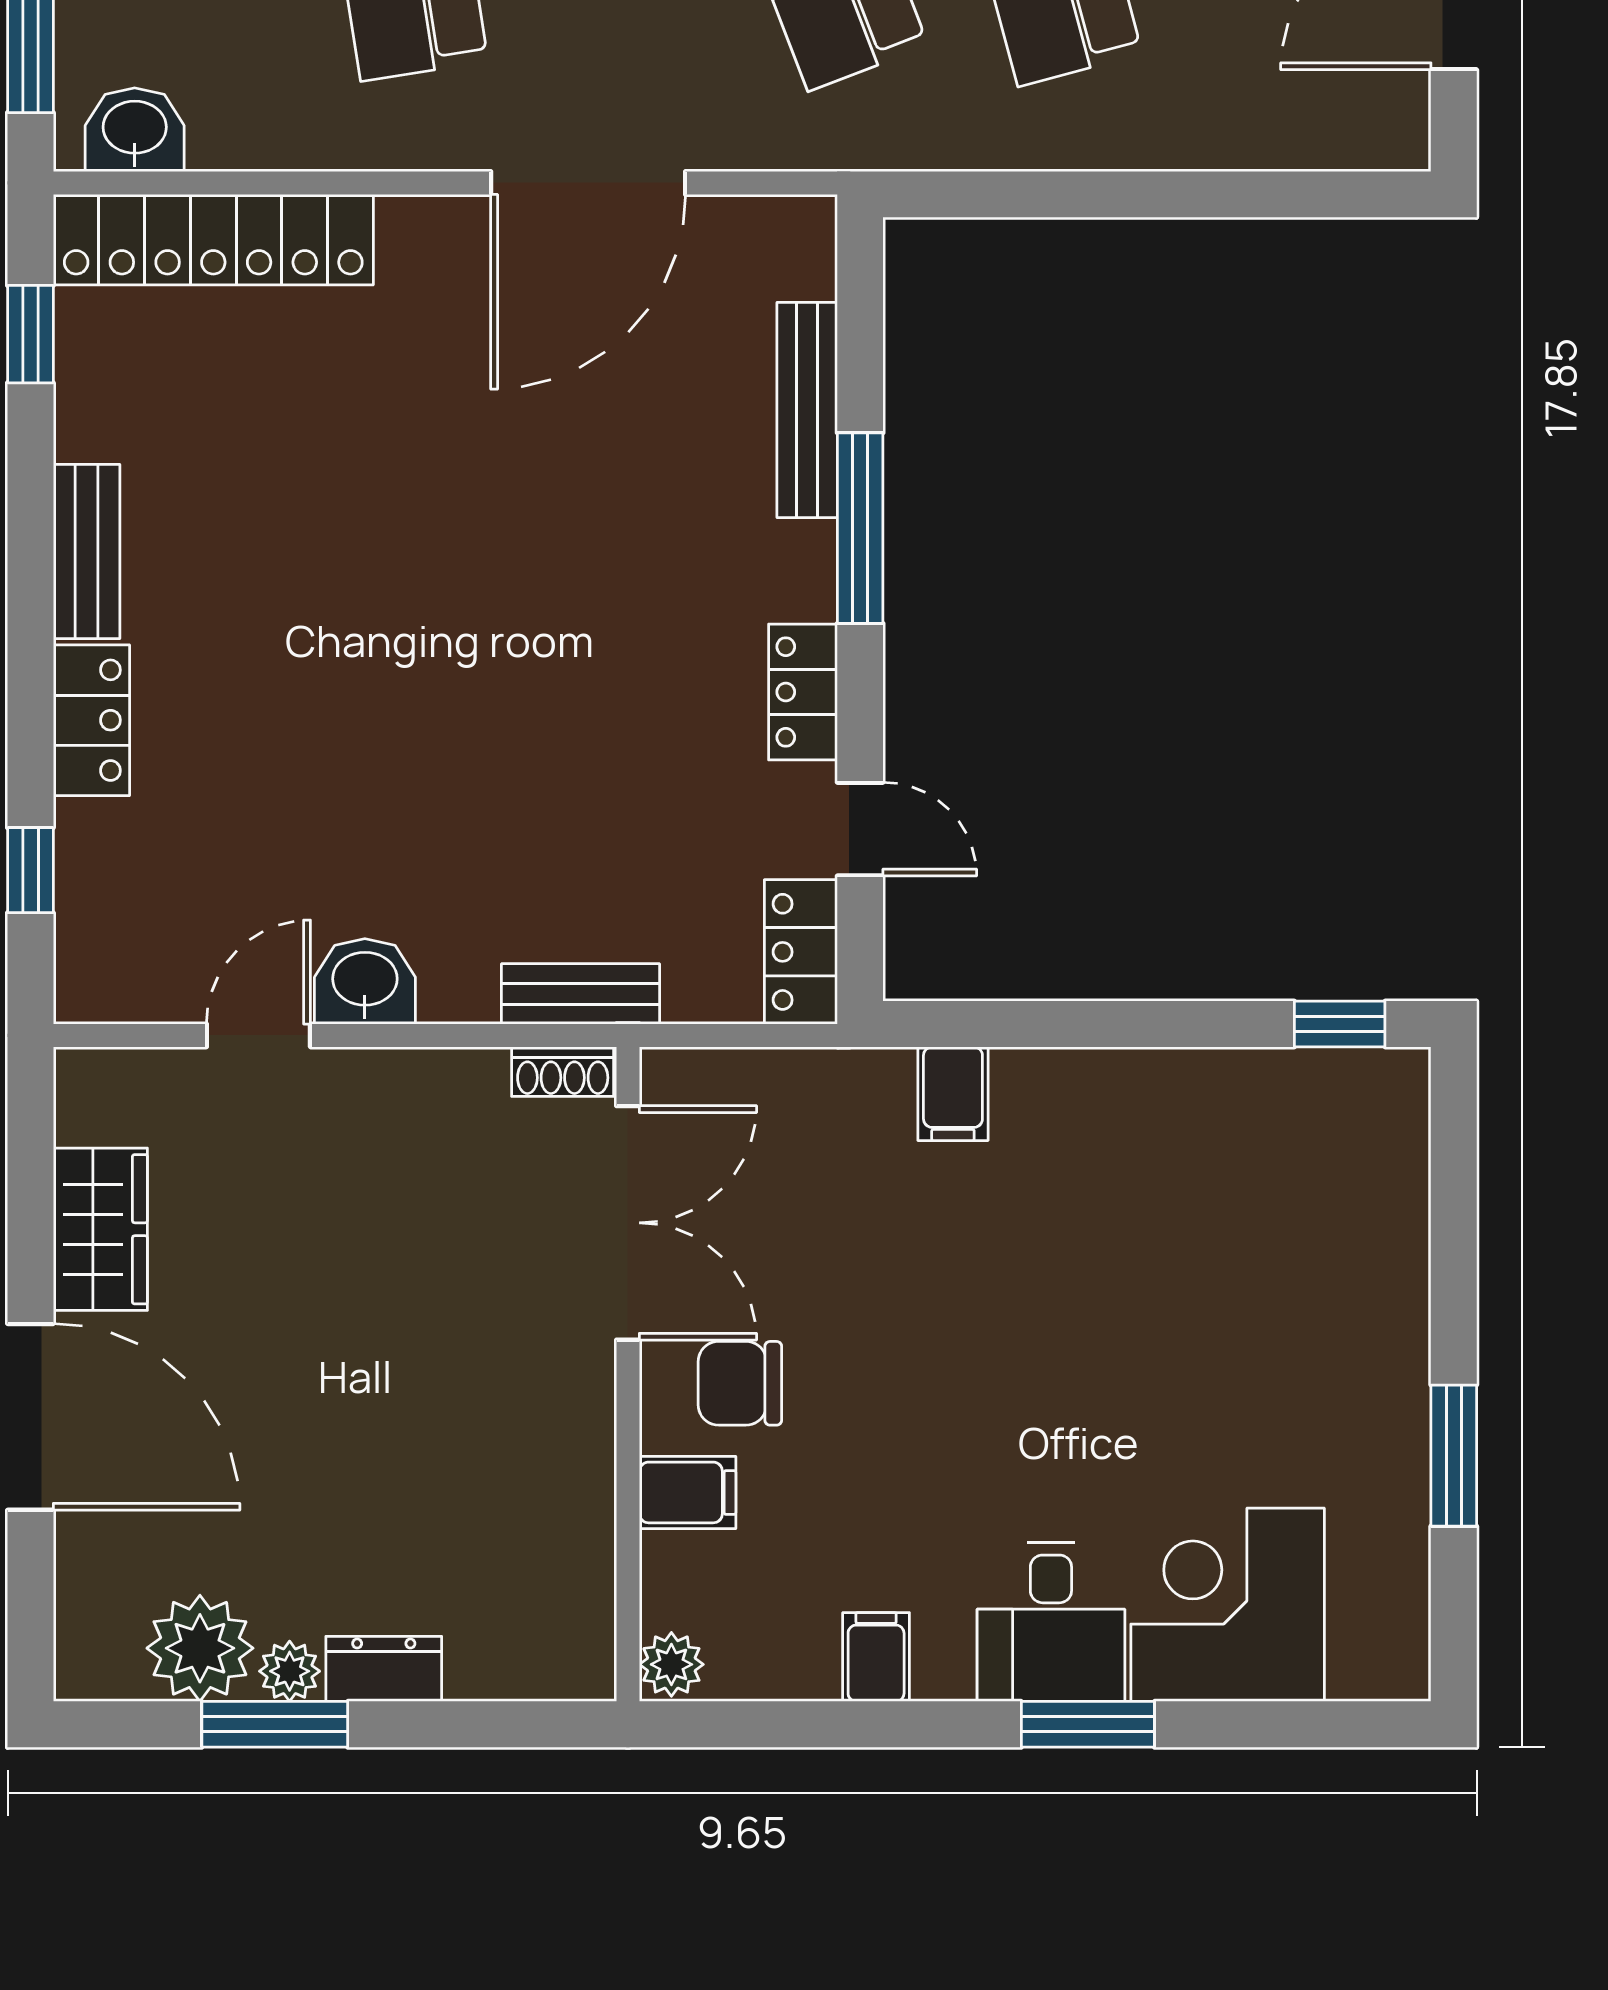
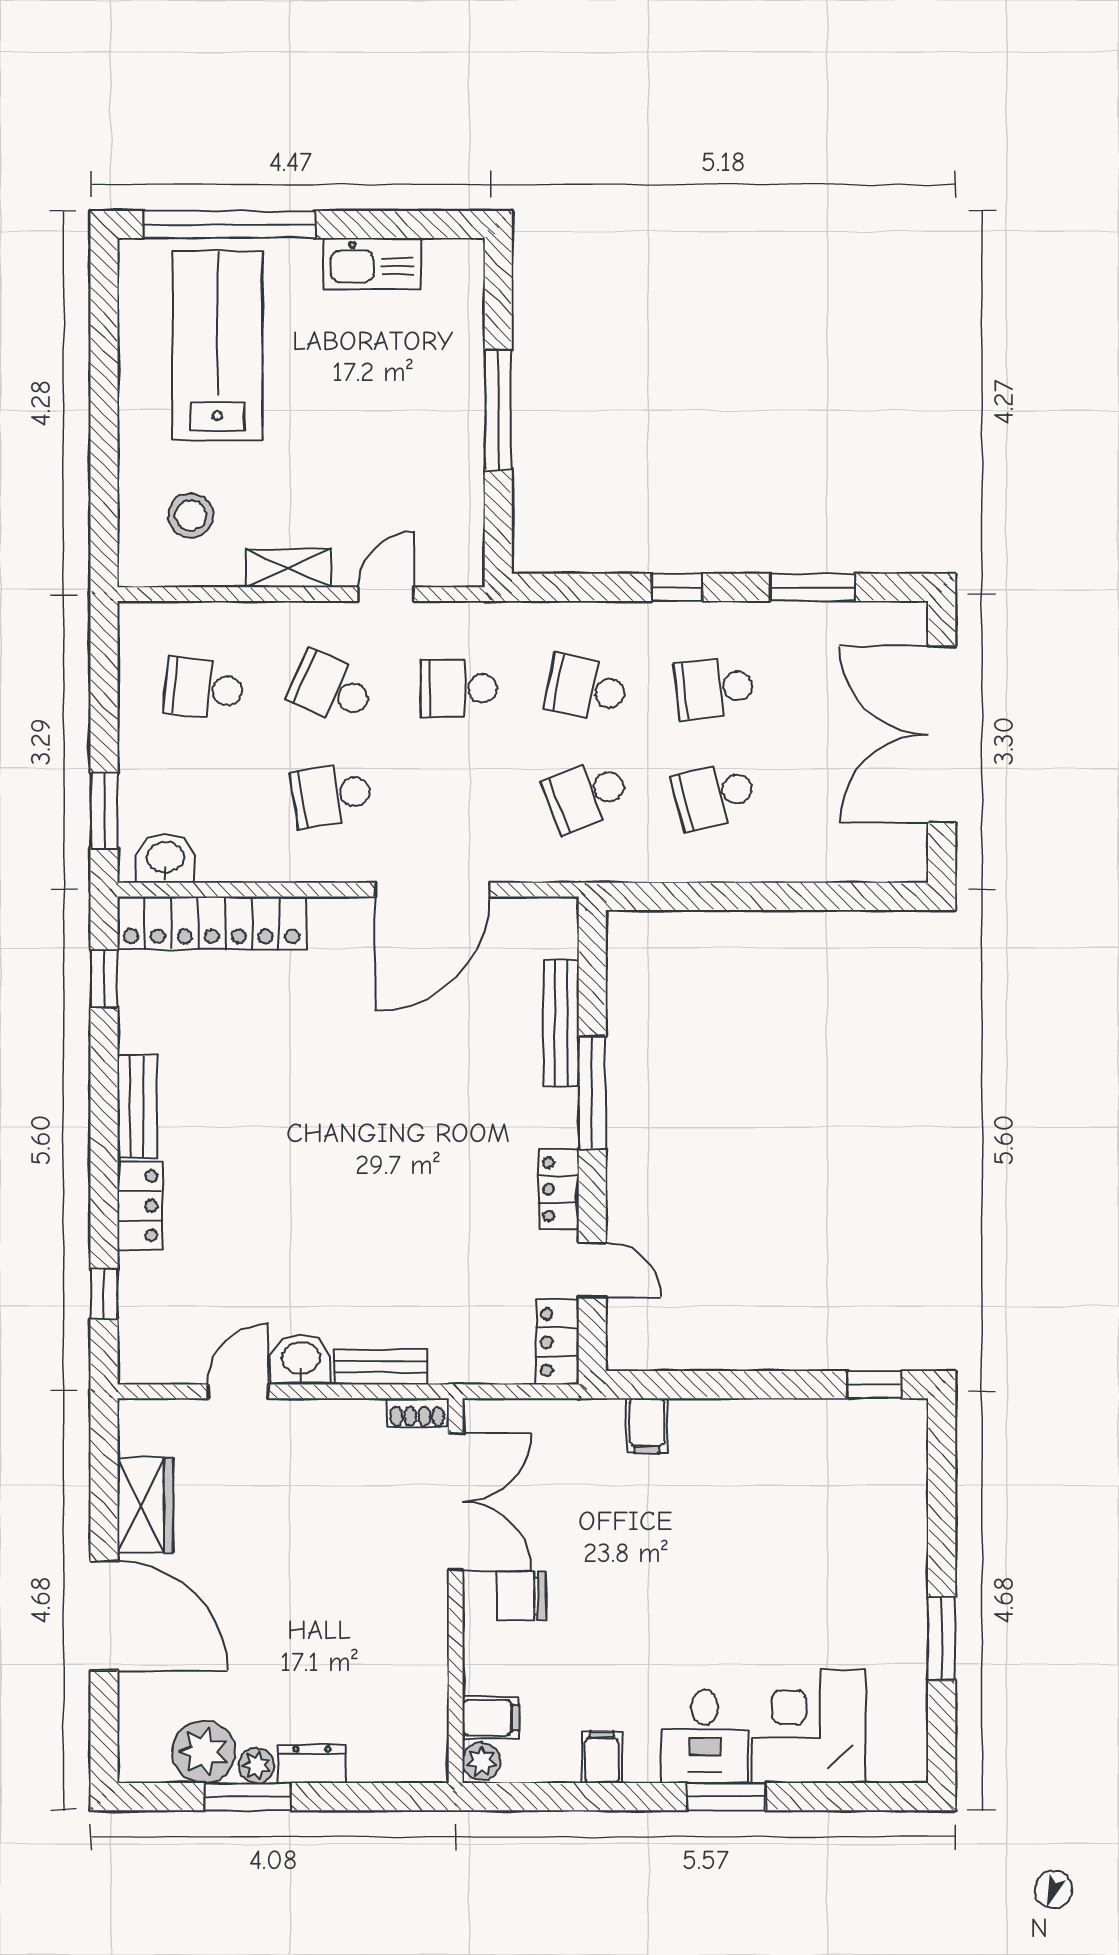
bench: (581, 994) -> (381, 1367), moved
filing cabinet: (688, 1492) -> (491, 1718), moved

